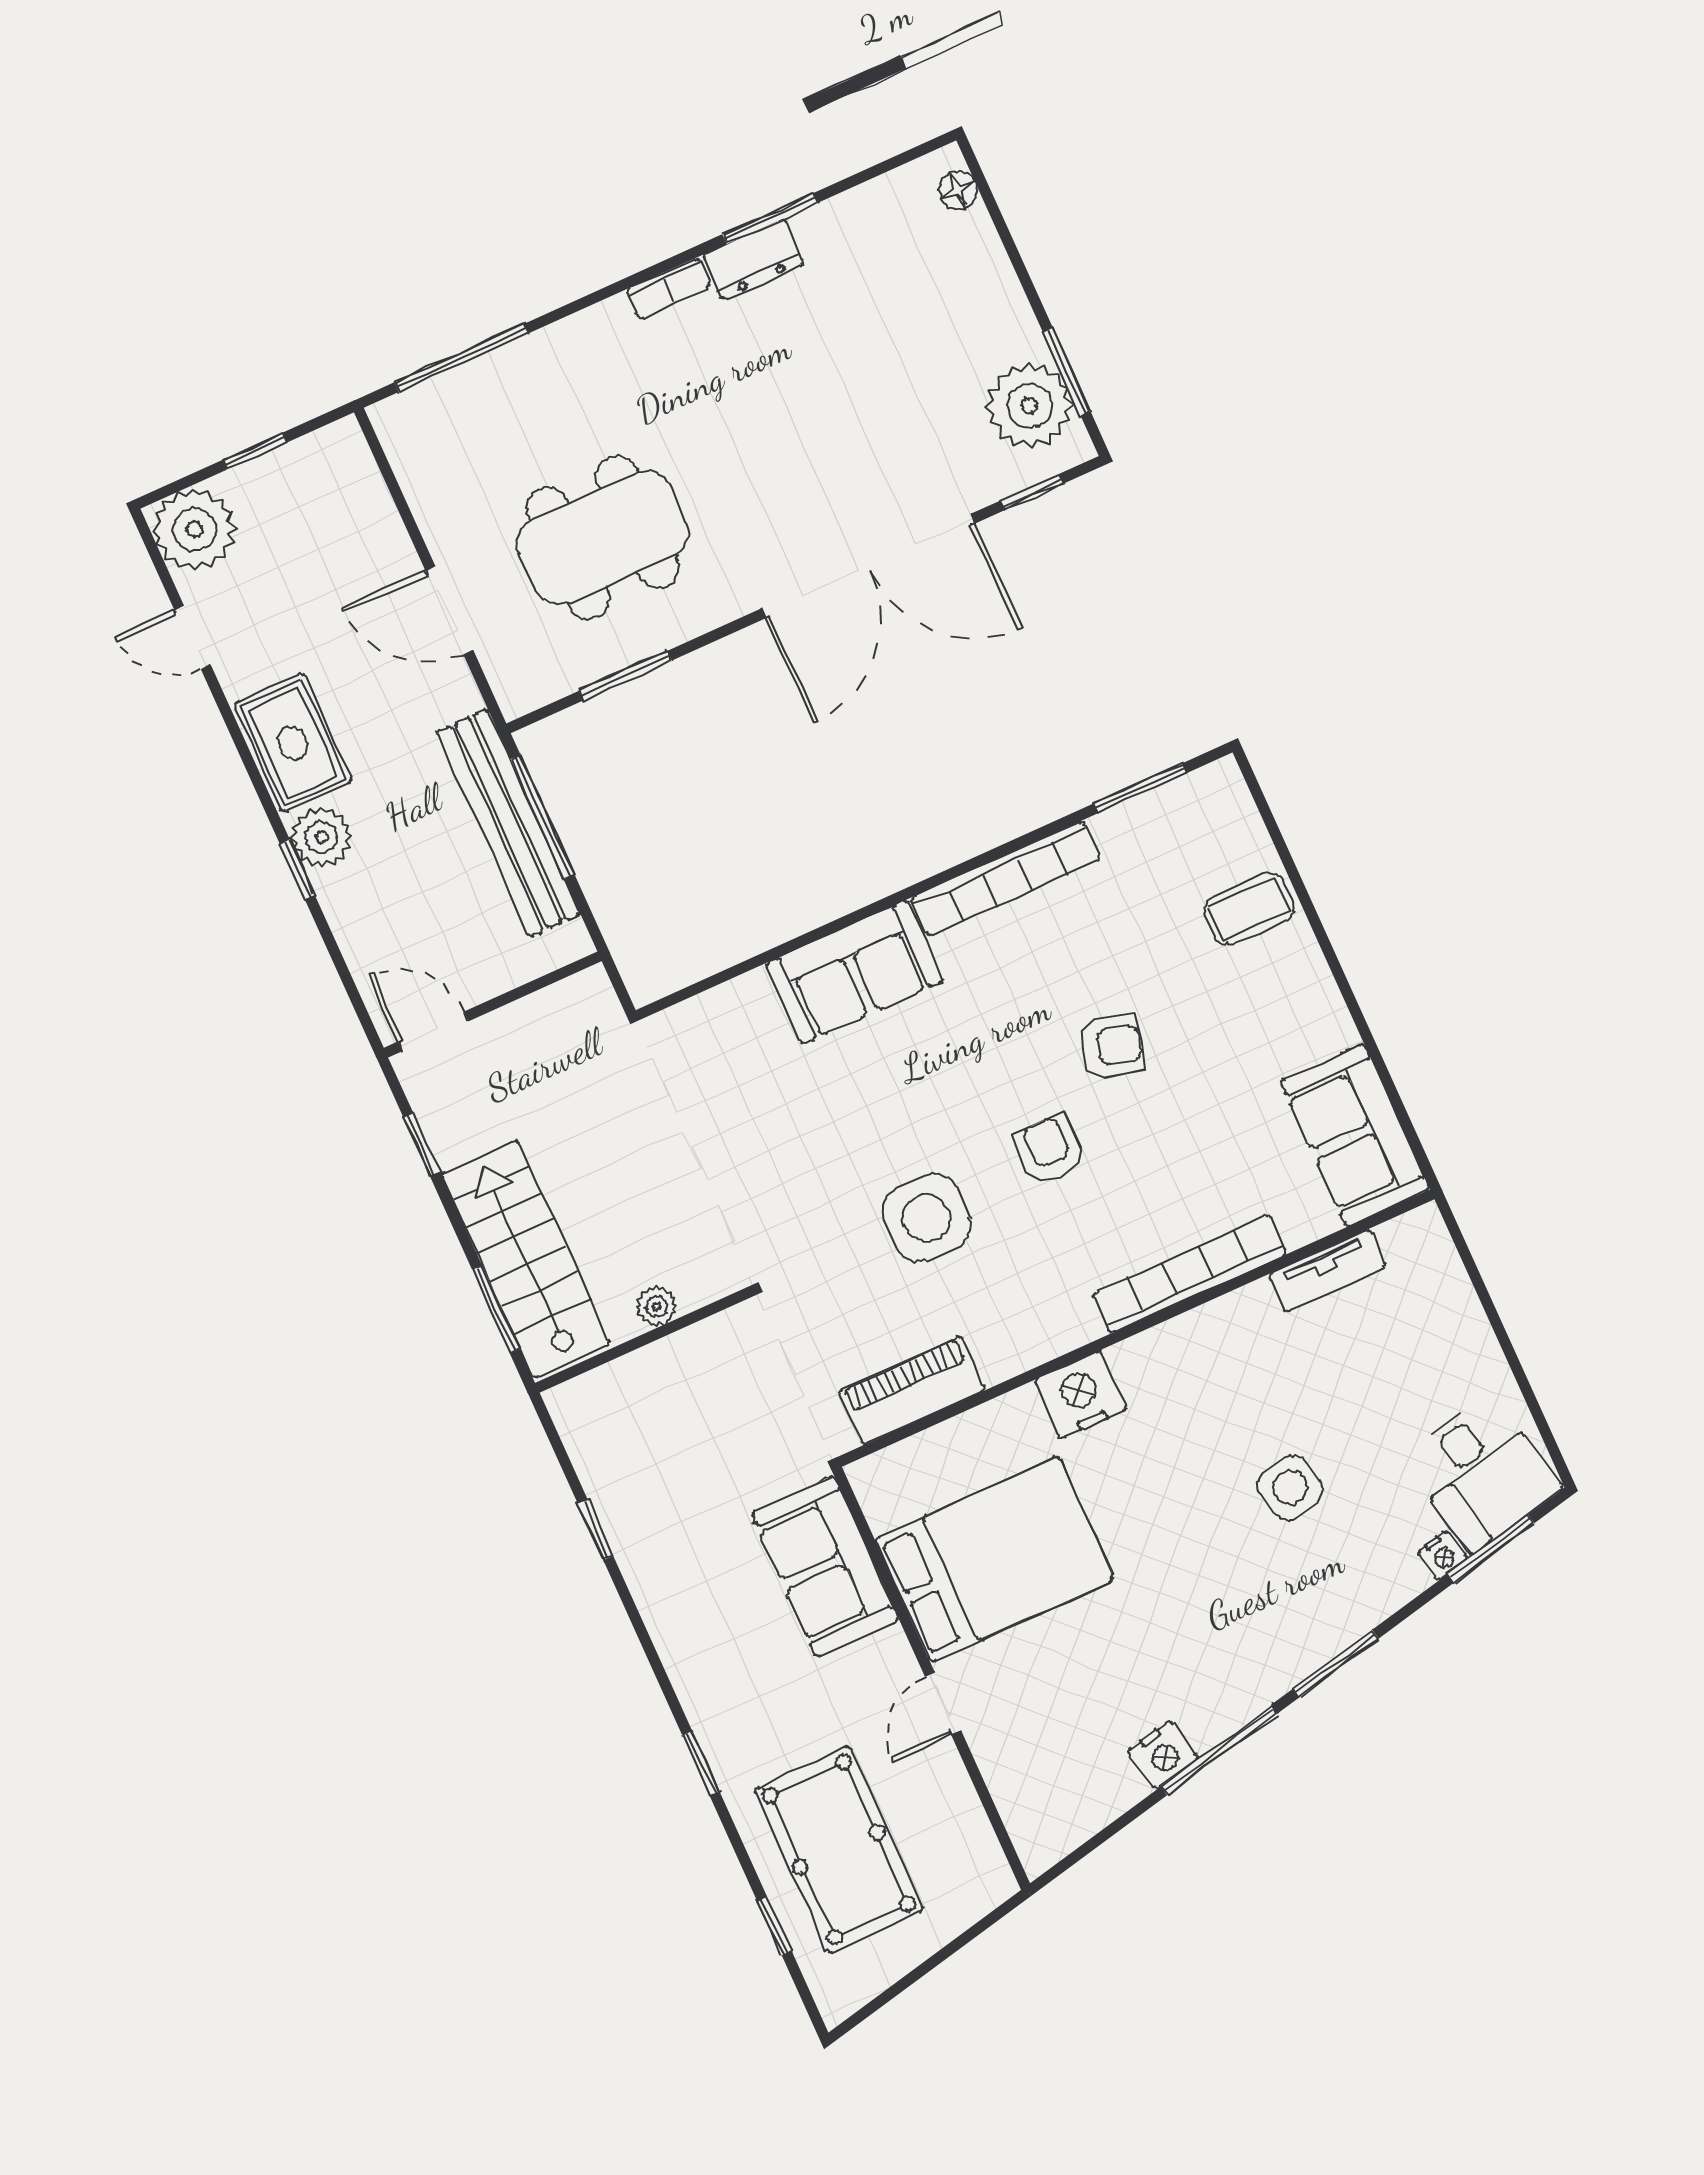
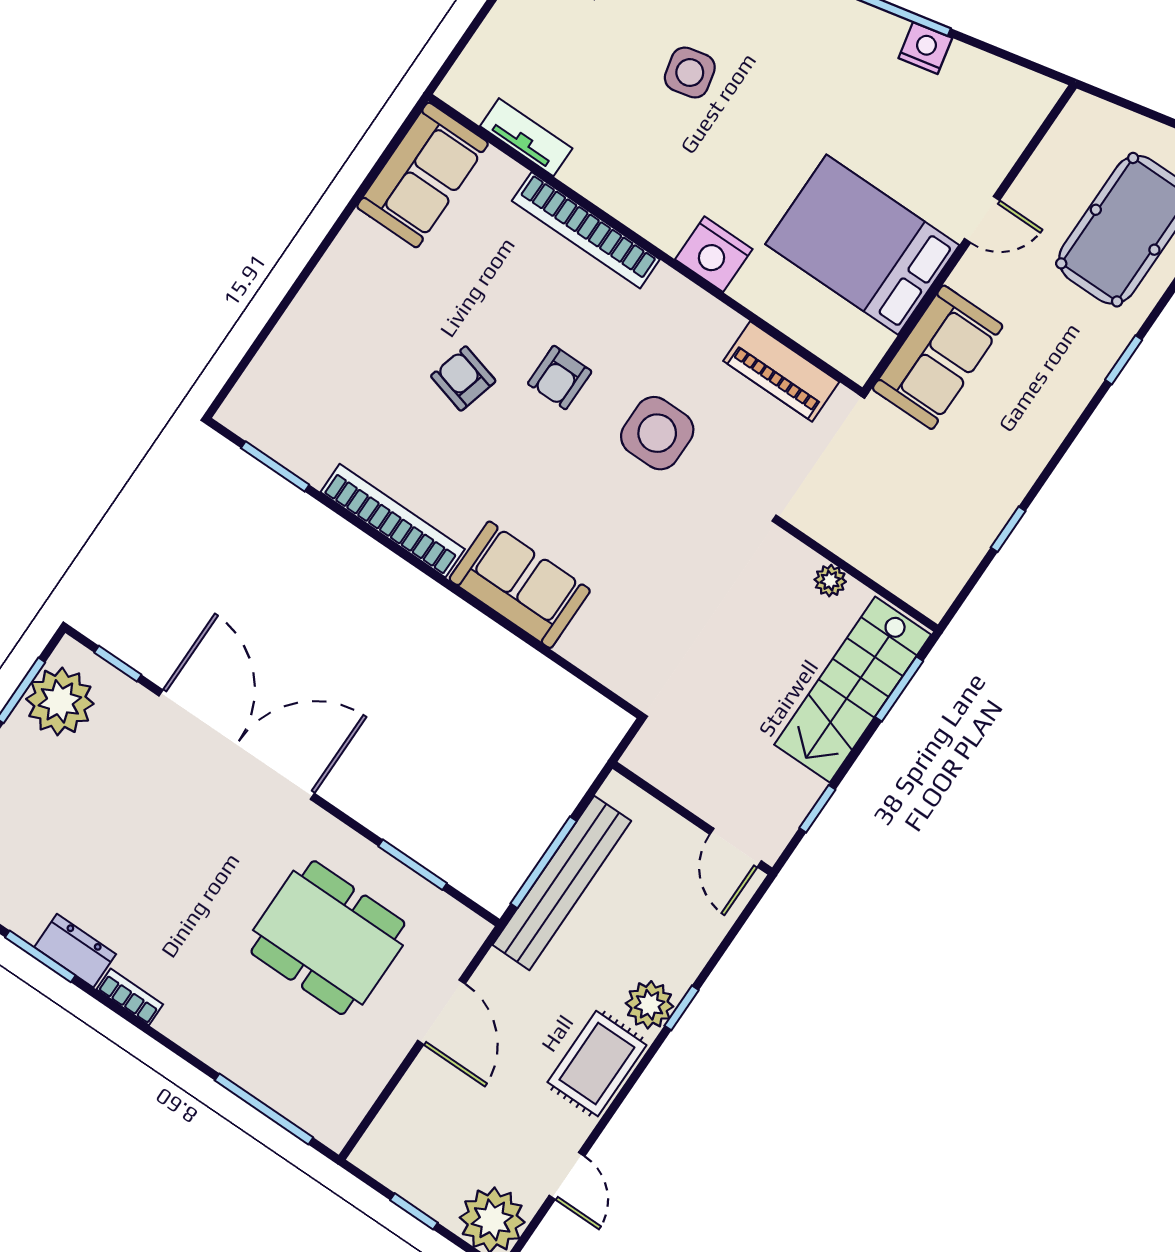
coffee table: (1249, 909) -> (312, 342), removed

